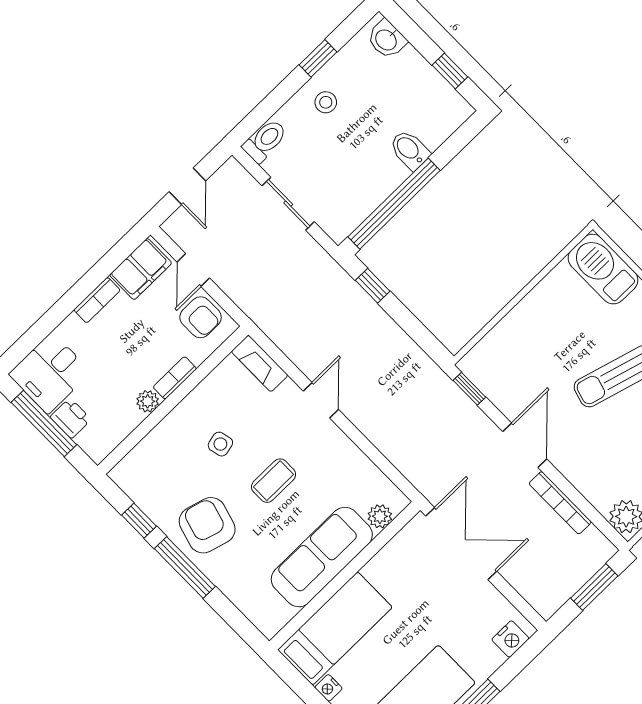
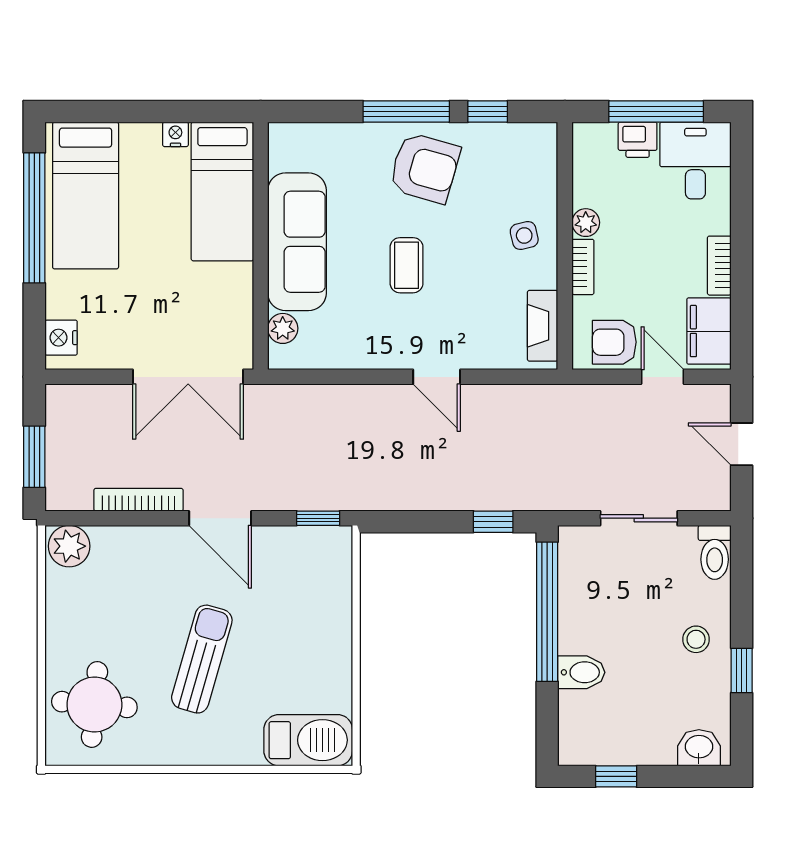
fireplace: (260, 363) -> (543, 326), moved, turned -90
side table: (220, 444) -> (524, 236), moved

